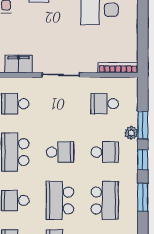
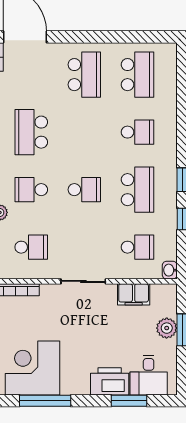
school desk: (60, 152) -> (84, 190), turned 180
school desk: (60, 200) -> (84, 132), removed

